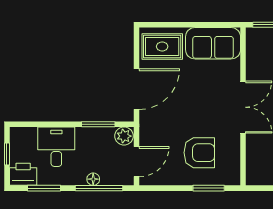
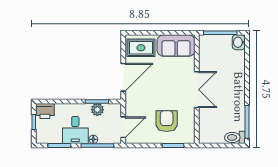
plant: (124, 136) -> (97, 110), moved
desk: (56, 147) -> (75, 130), moved, turned 180
armchair: (199, 153) -> (167, 121), turned -90
printer: (23, 174) -> (45, 111), moved, turned 180

